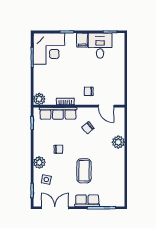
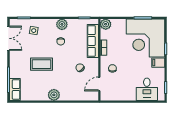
desk: (100, 46) -> (147, 89), moved, turned 90
corner desk: (49, 49) -> (146, 38), width x1.36, depth x1.36
plant: (118, 142) -> (54, 95), moved
plant: (39, 162) -> (62, 24), moved
row of seats: (87, 201) -> (15, 89), moved

